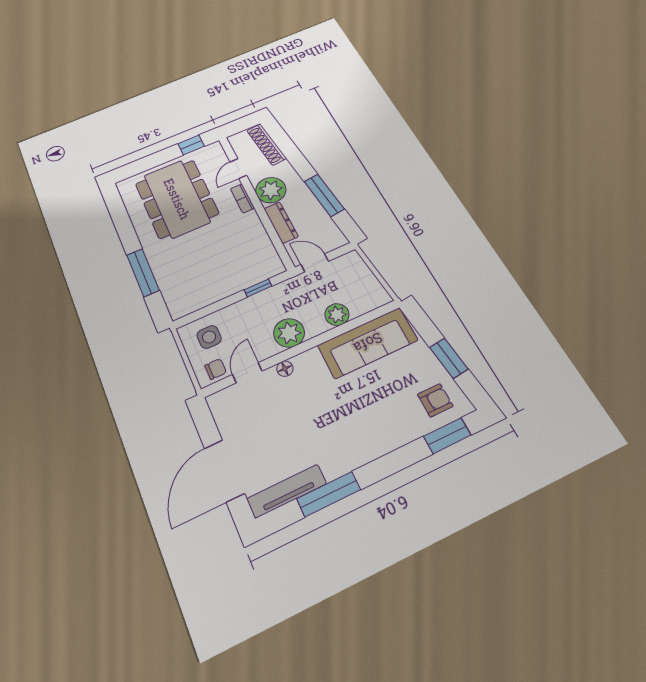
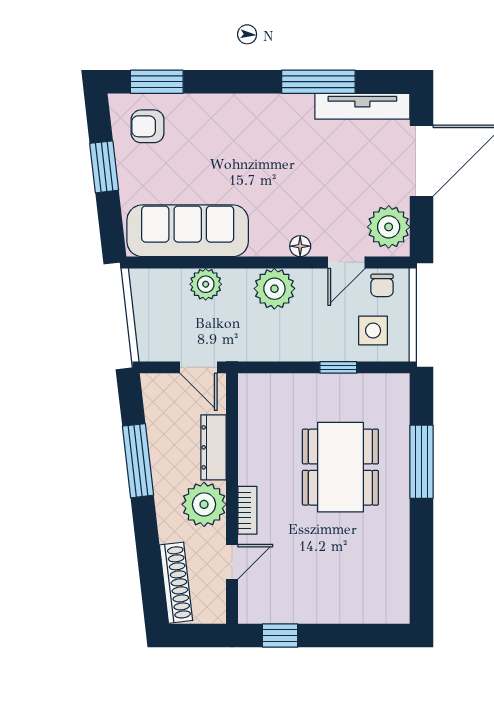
dining table: (177, 199) -> (340, 467), moved, width x0.73, depth x0.80
window: (258, 288) -> (338, 367), moved
chair: (216, 369) -> (382, 285), turned -90
plant: (228, 411) -> (389, 227), added

